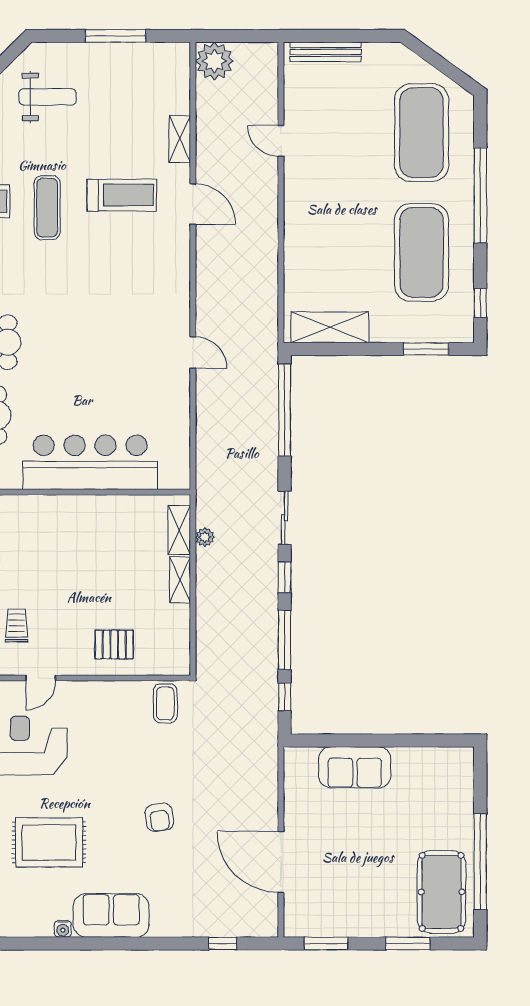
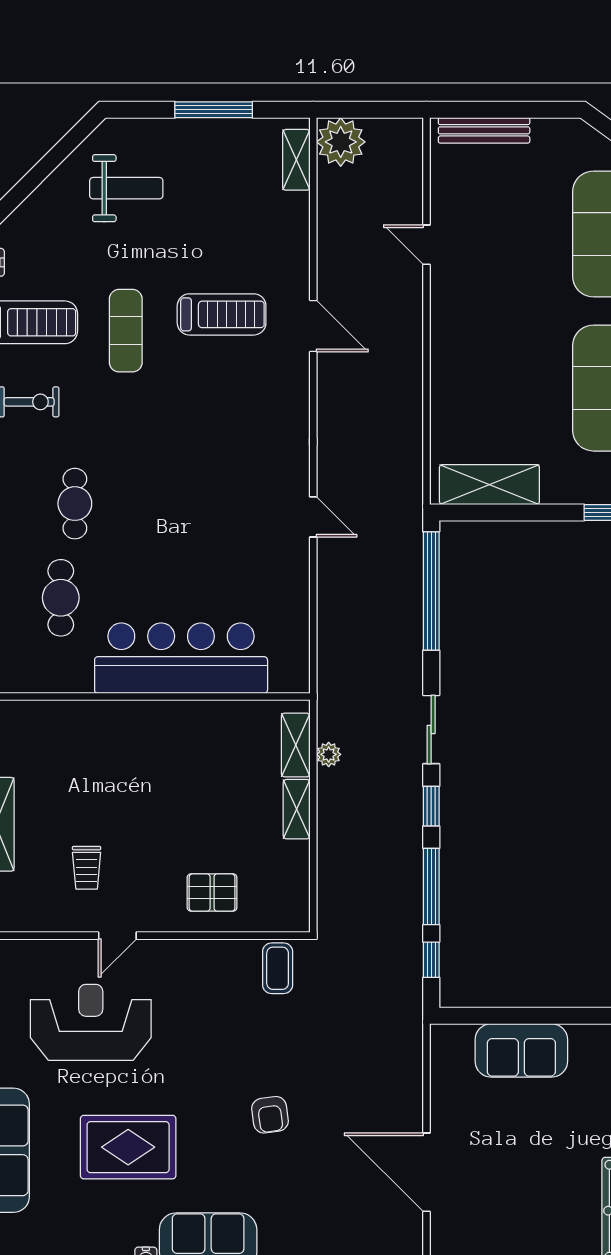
shelving: (180, 139) -> (296, 160), moved
trolley: (17, 625) -> (87, 868), turned 180

